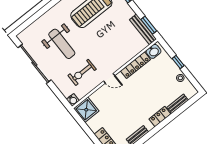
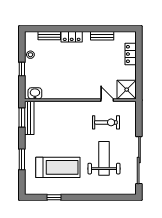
locker: (135, 65) -> (58, 94), removed
door: (109, 78) -> (107, 100), moved
water cooler: (73, 100) -> (131, 106), removed

